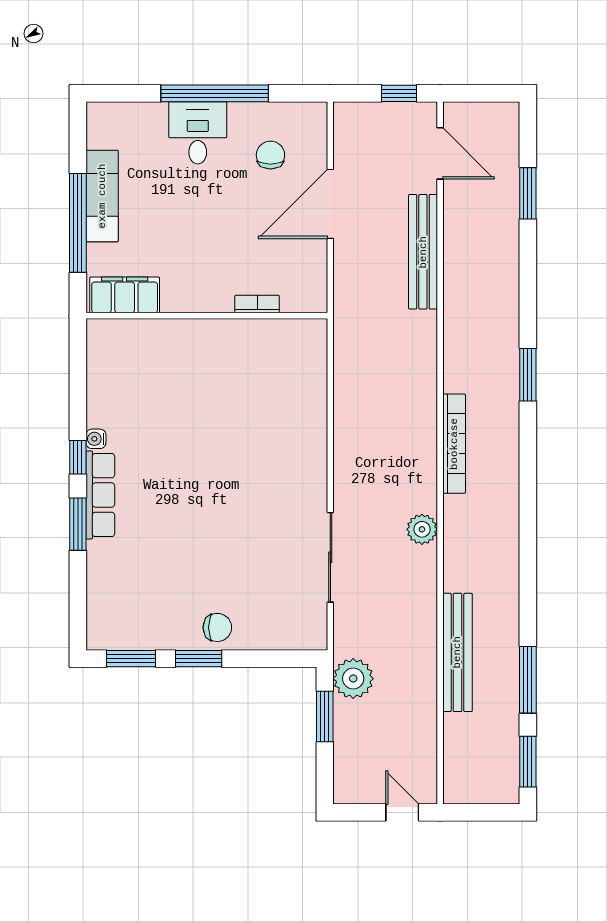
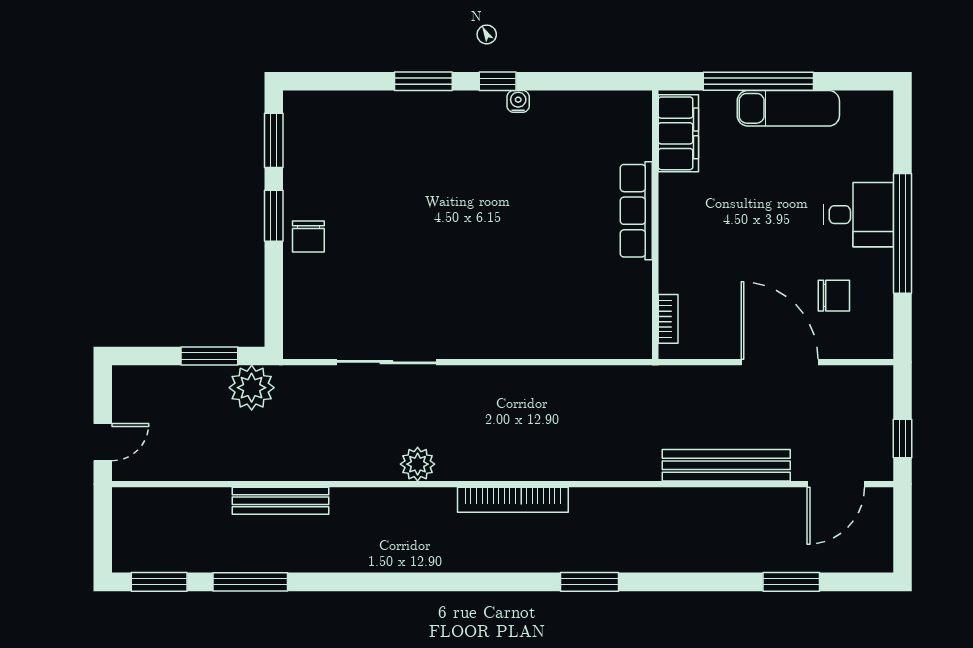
bookcase: (257, 304) -> (668, 319), moved
row of seats: (100, 495) -> (636, 211), moved, turned 90
bench: (457, 652) -> (281, 501), width x0.73, depth x0.82

